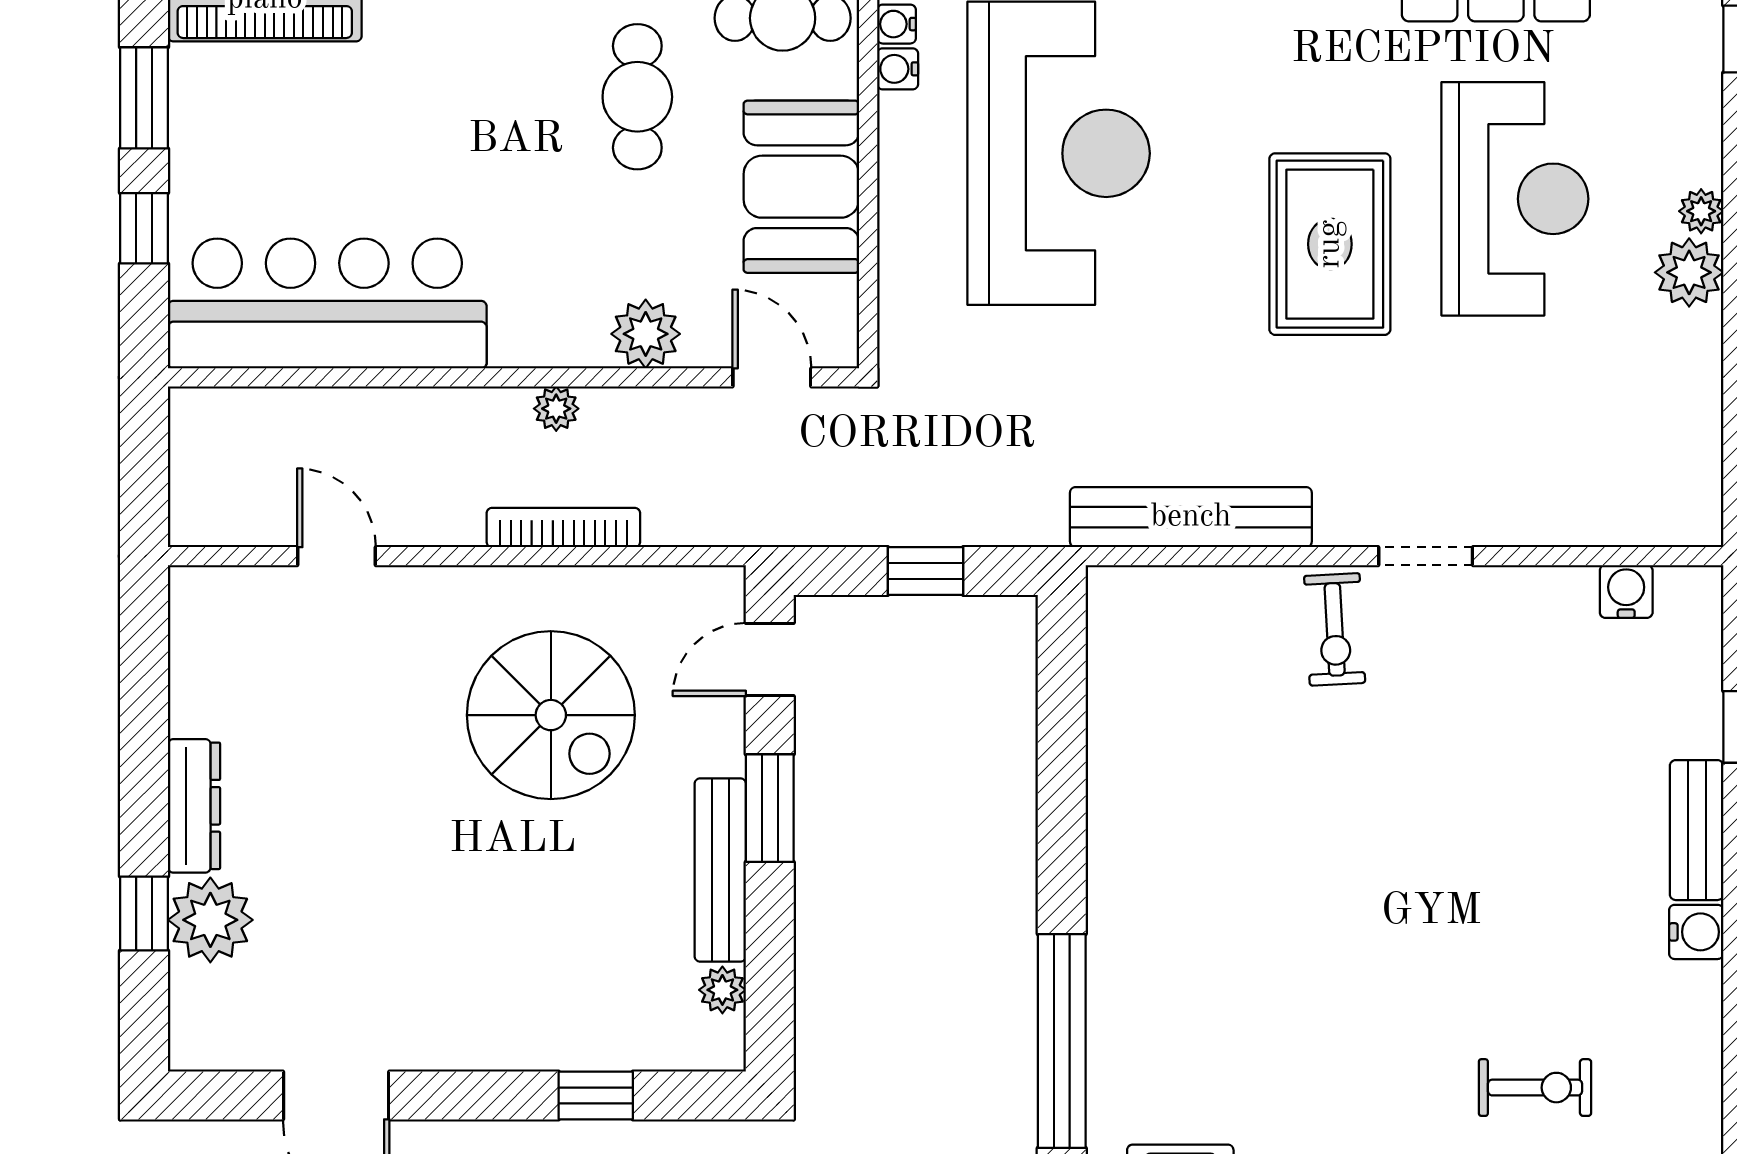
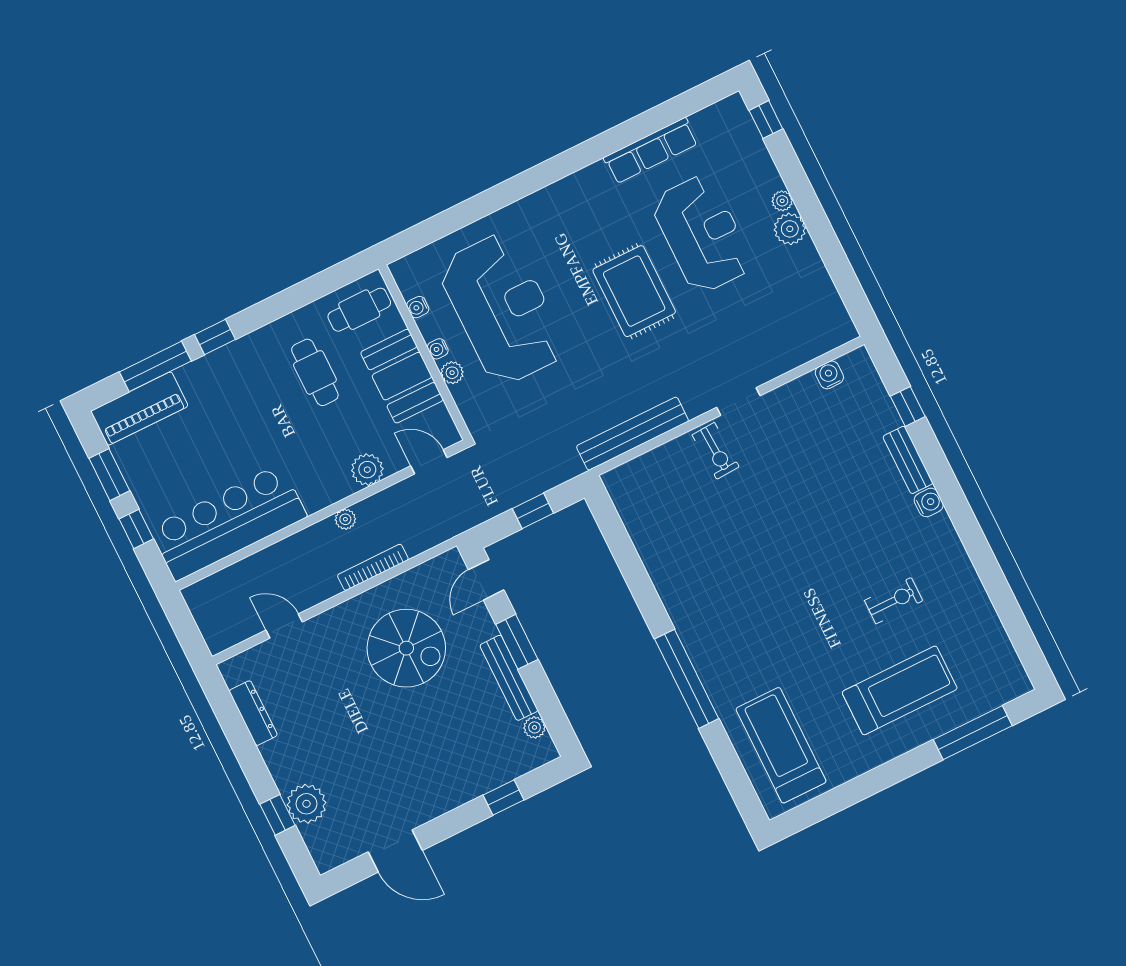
water cooler: (896, 24) -> (438, 349), moved
plant: (901, 228) -> (452, 373), added
dresser: (194, 806) -> (253, 713), moved

